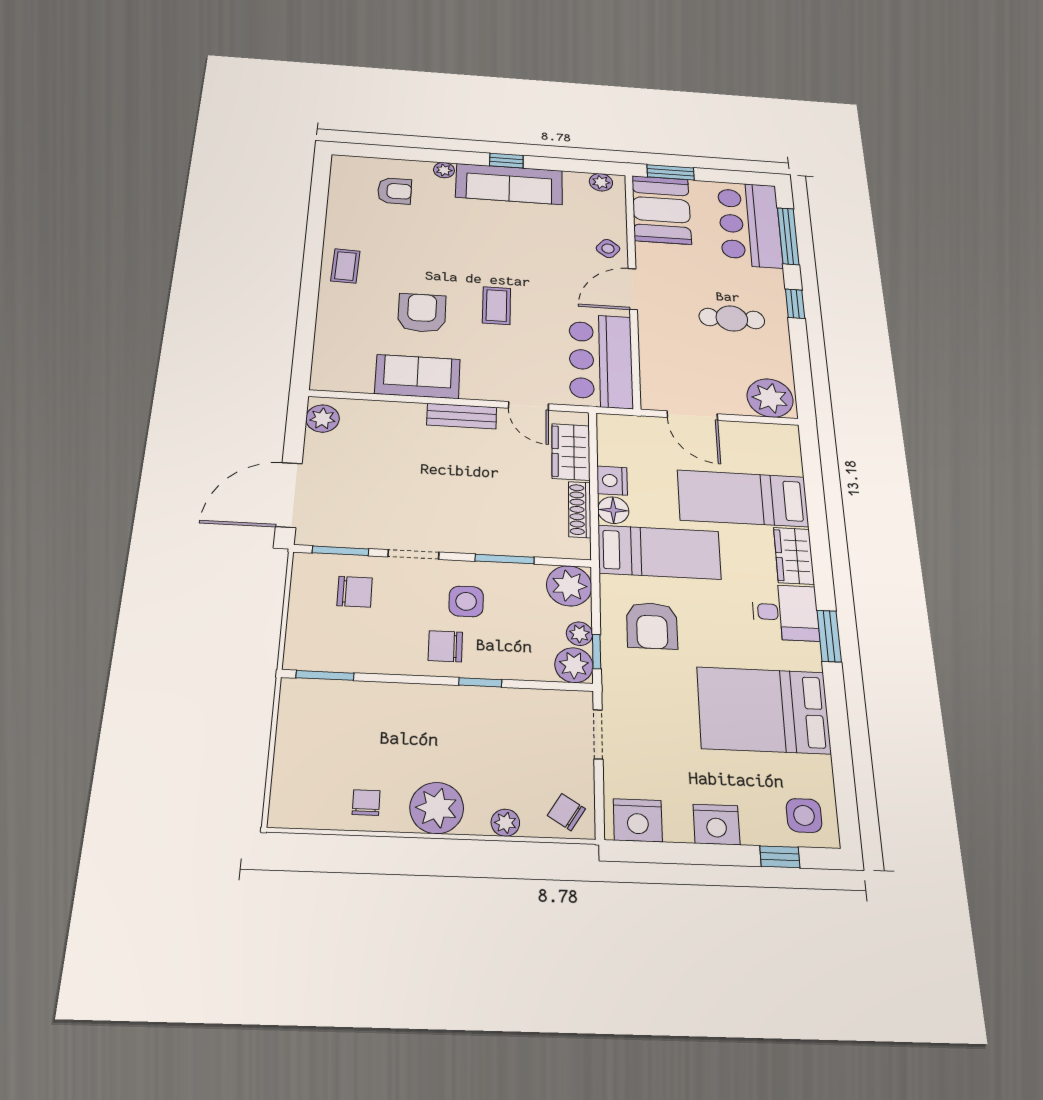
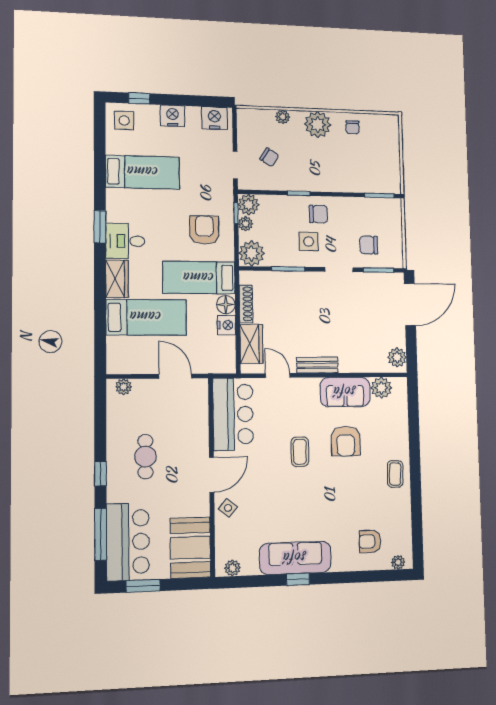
plant: (444, 170) -> (398, 562), moved
window: (671, 172) -> (143, 586), moved
cafe table: (732, 318) -> (145, 457), turned 90
plant: (355, 378) -> (381, 388), added
plant: (770, 398) -> (124, 387), width x0.53, depth x0.53
bed: (763, 710) -> (143, 172), width x0.67
chair: (566, 812) -> (269, 157), moved

